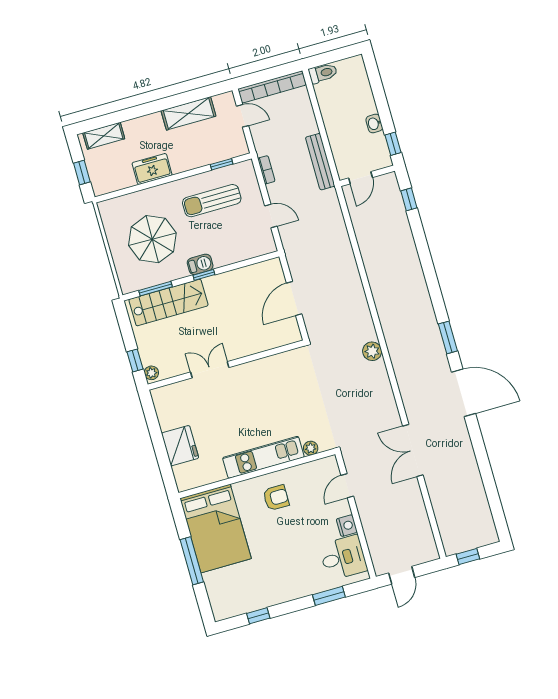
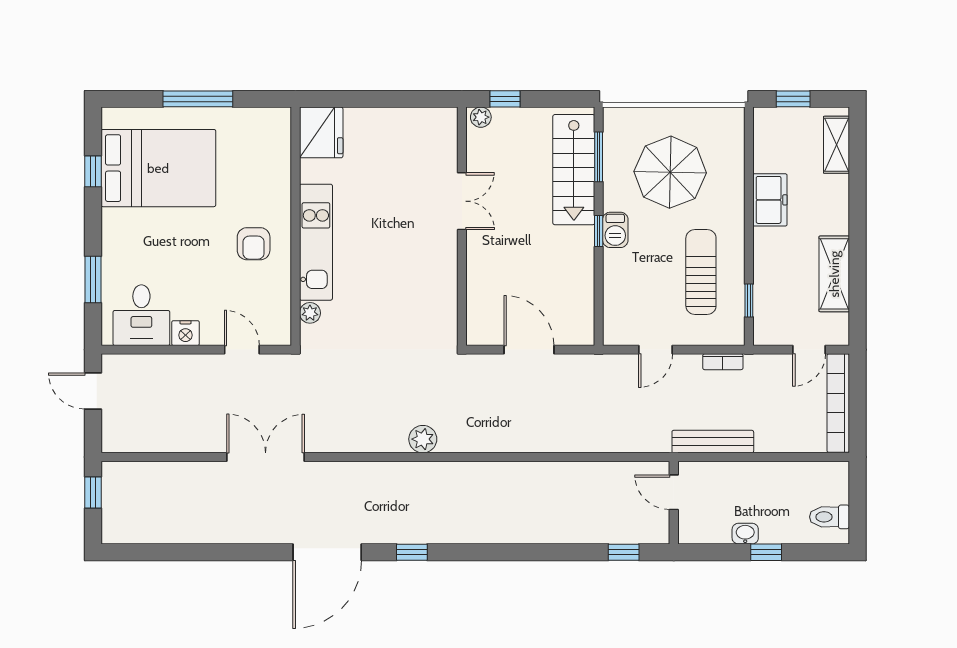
toilet: (323, 73) -> (830, 517), moved, turned 90
window: (393, 144) -> (766, 552), moved
window: (448, 337) -> (412, 552), width x0.67
fridge: (180, 446) -> (321, 132), moved, turned -90
bed: (216, 528) -> (158, 168), moved, turned 180

